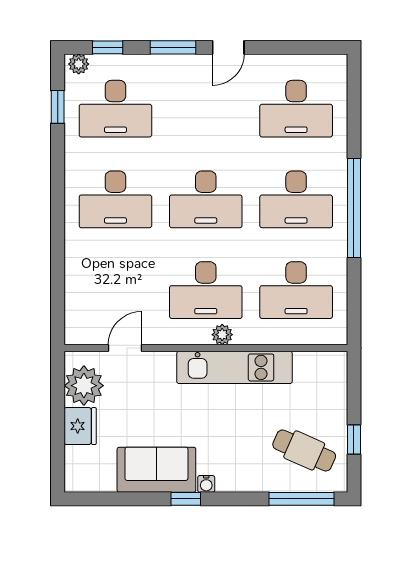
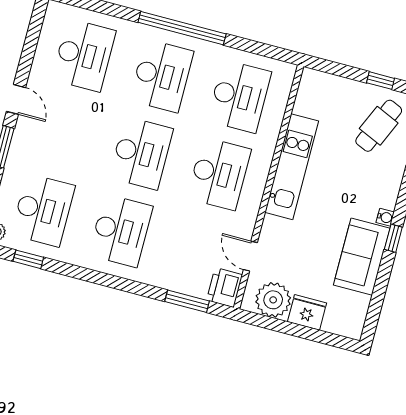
window: (58, 292) -> (187, 301), added
printer: (83, 329) -> (225, 287), added
plant: (222, 335) -> (261, 170), removed

